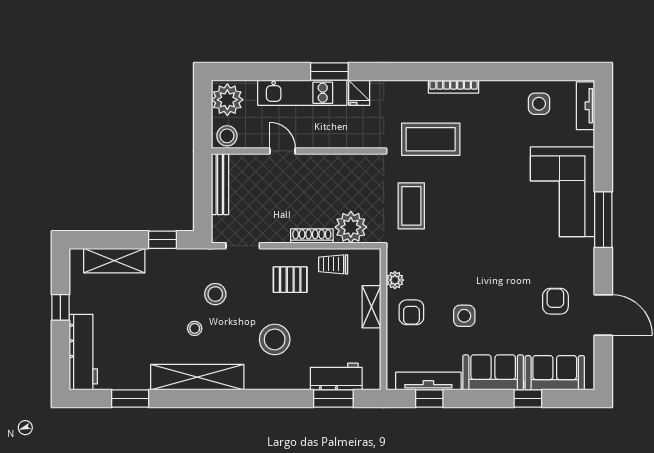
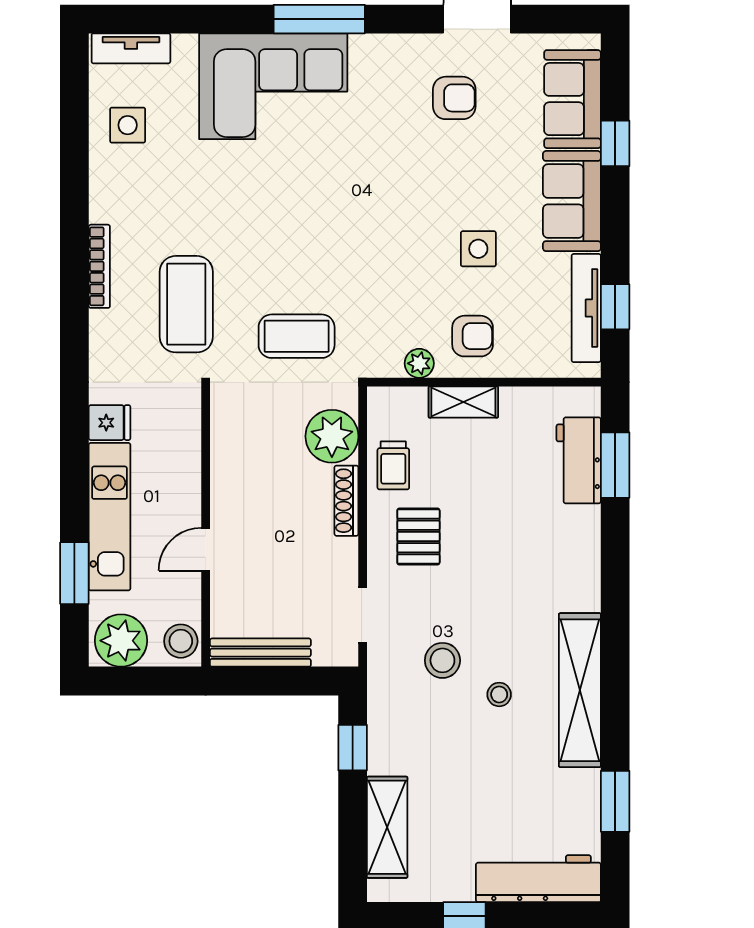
window: (329, 72) -> (74, 573), moved
armchair: (555, 301) -> (454, 98), turned 180
stool: (275, 339) -> (517, 562), removed

